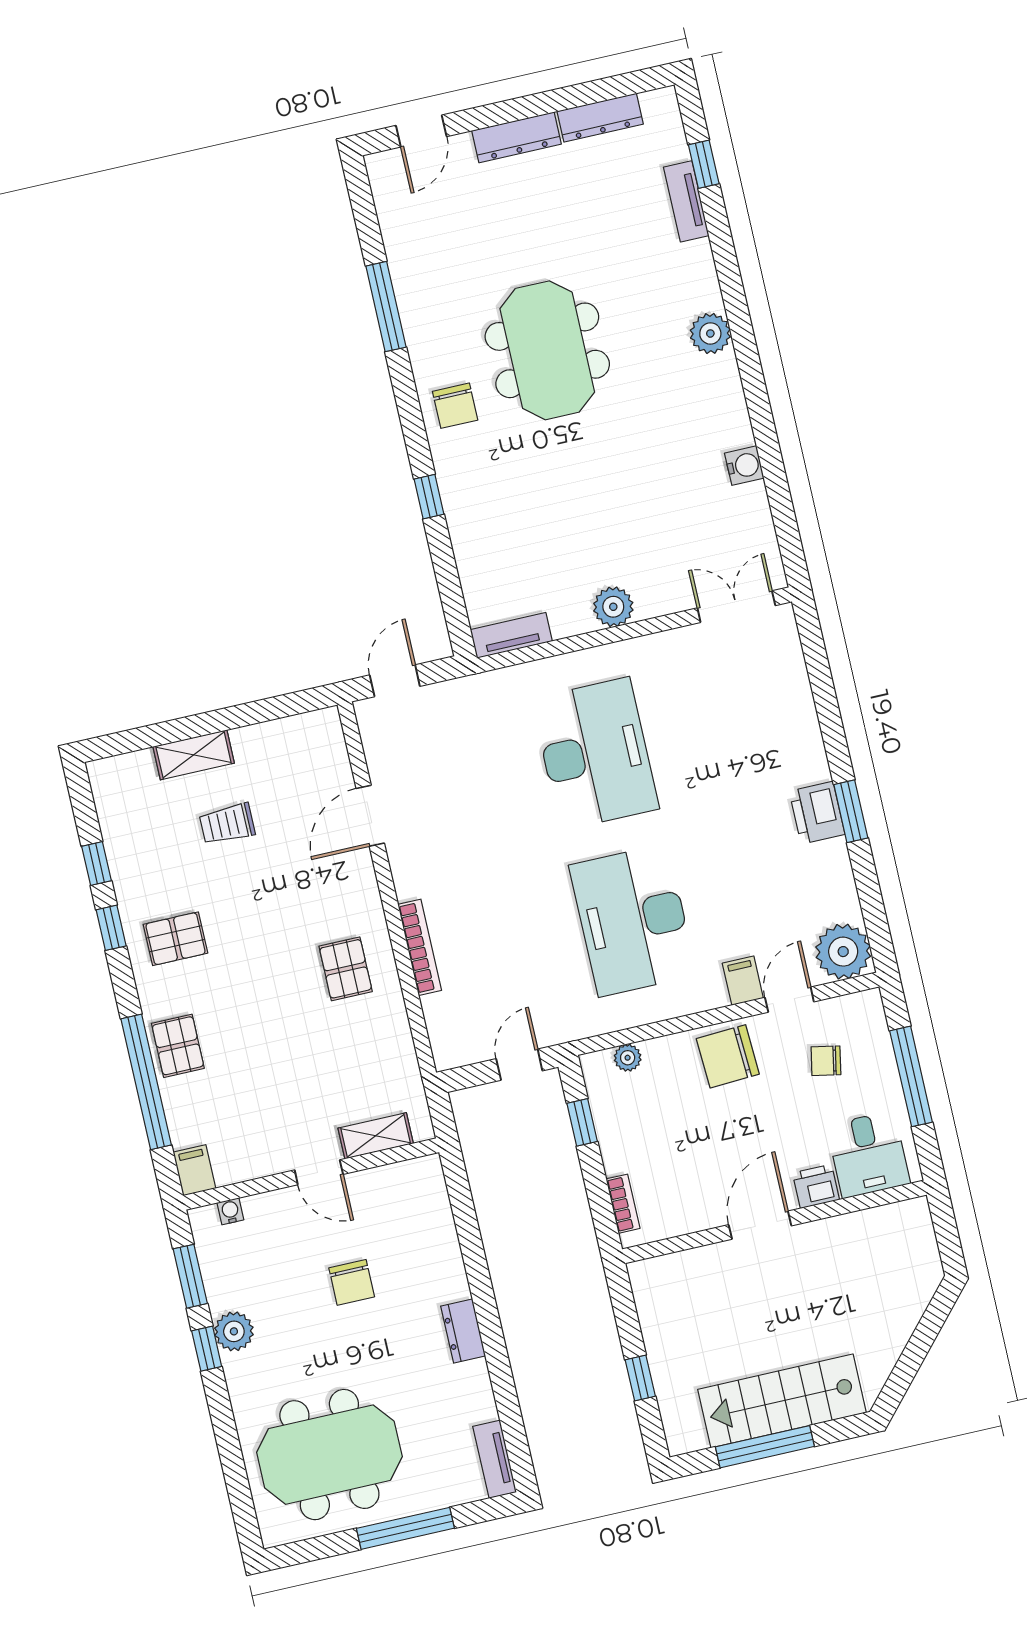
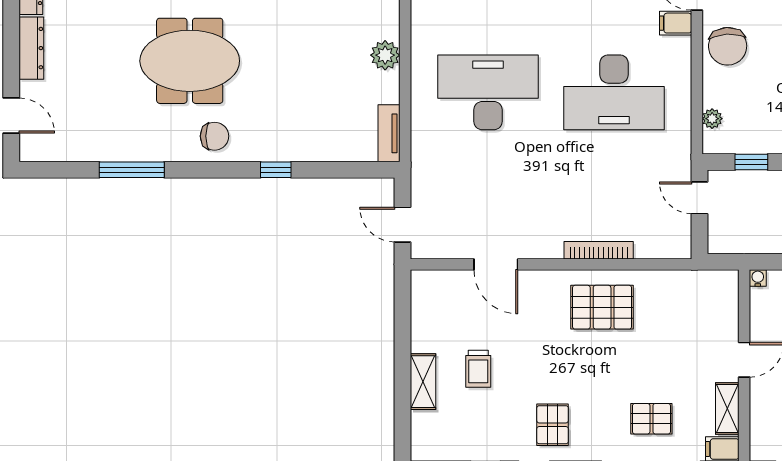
pallet: (346, 969) -> (602, 307), width x1.50, depth x1.42
pallet: (178, 1046) -> (651, 419), moved
shelving: (376, 1136) -> (727, 409), moved
water cooler: (230, 1211) -> (758, 278), moved, turned 90

